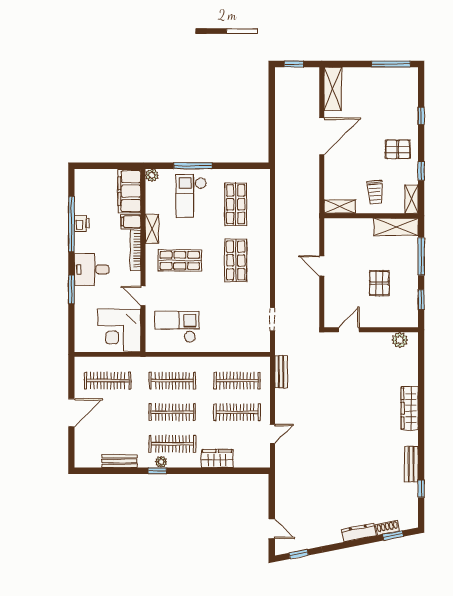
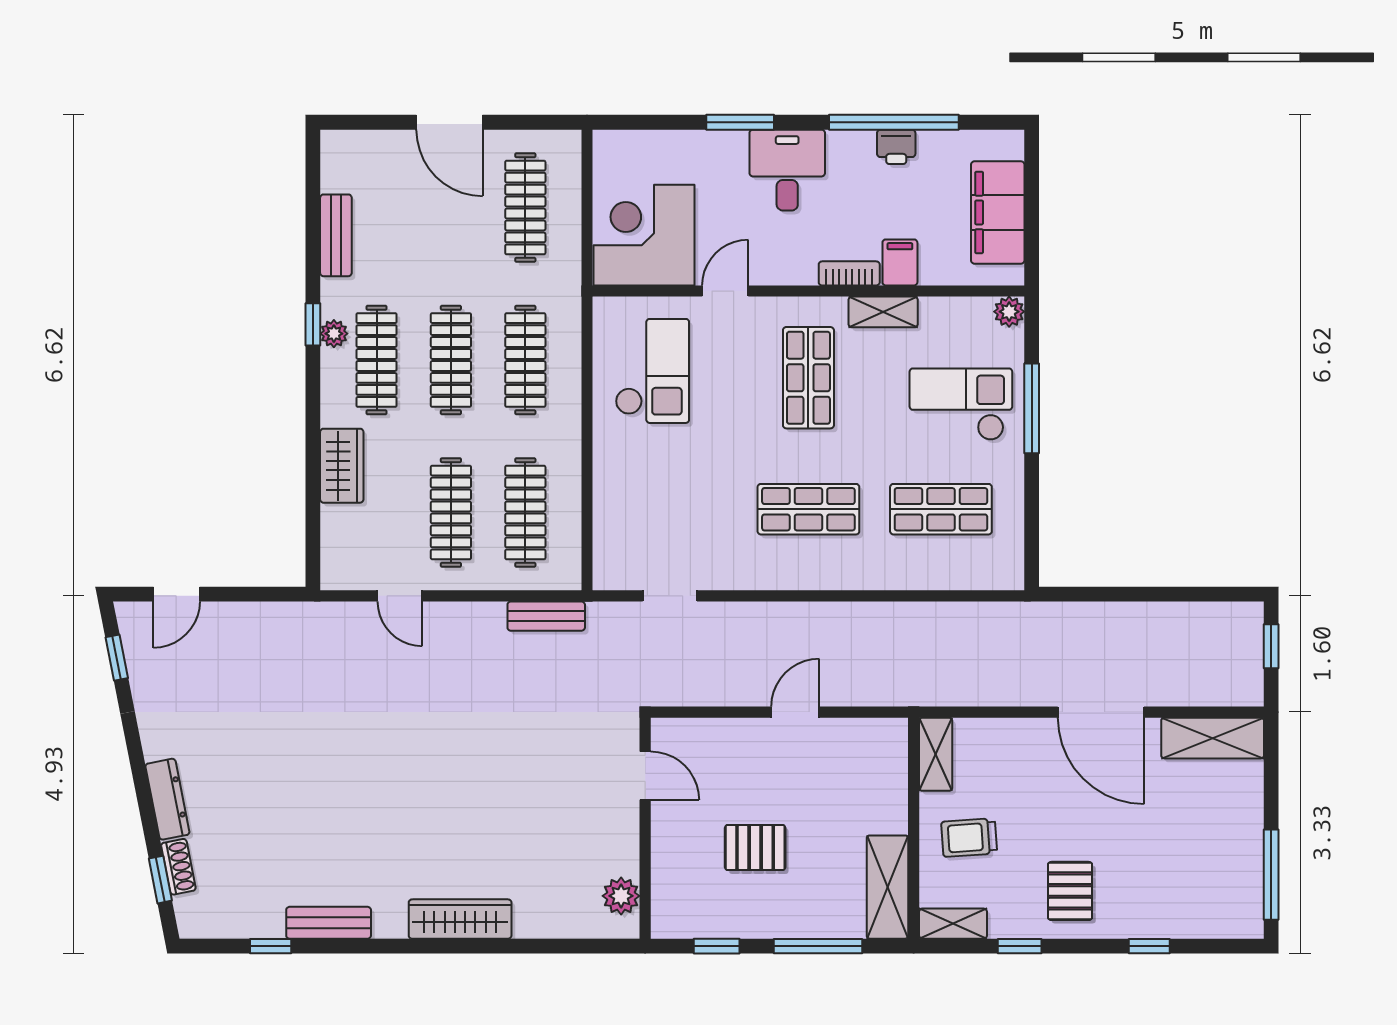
filing cabinet: (129, 191) -> (998, 212), moved, turned -90
bookcase: (136, 250) -> (849, 273), width x0.64

